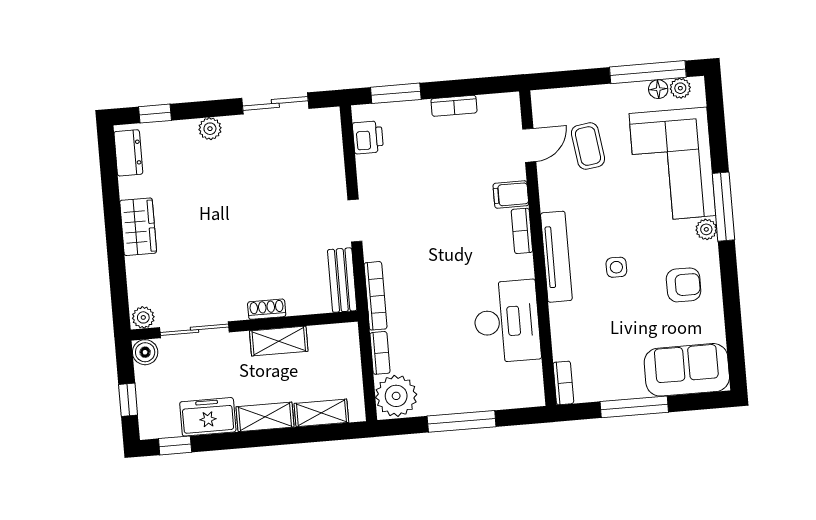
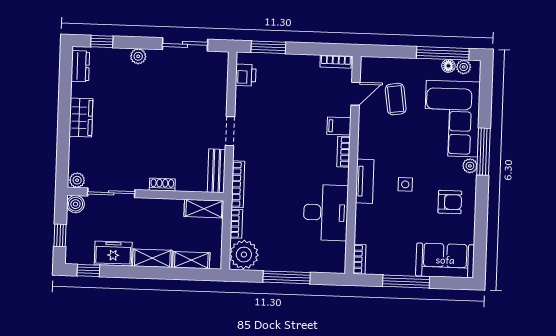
bookcase: (454, 106) -> (336, 62), moved
tv unit: (556, 257) -> (365, 181), width x0.71
shelving: (279, 341) -> (204, 209), moved

